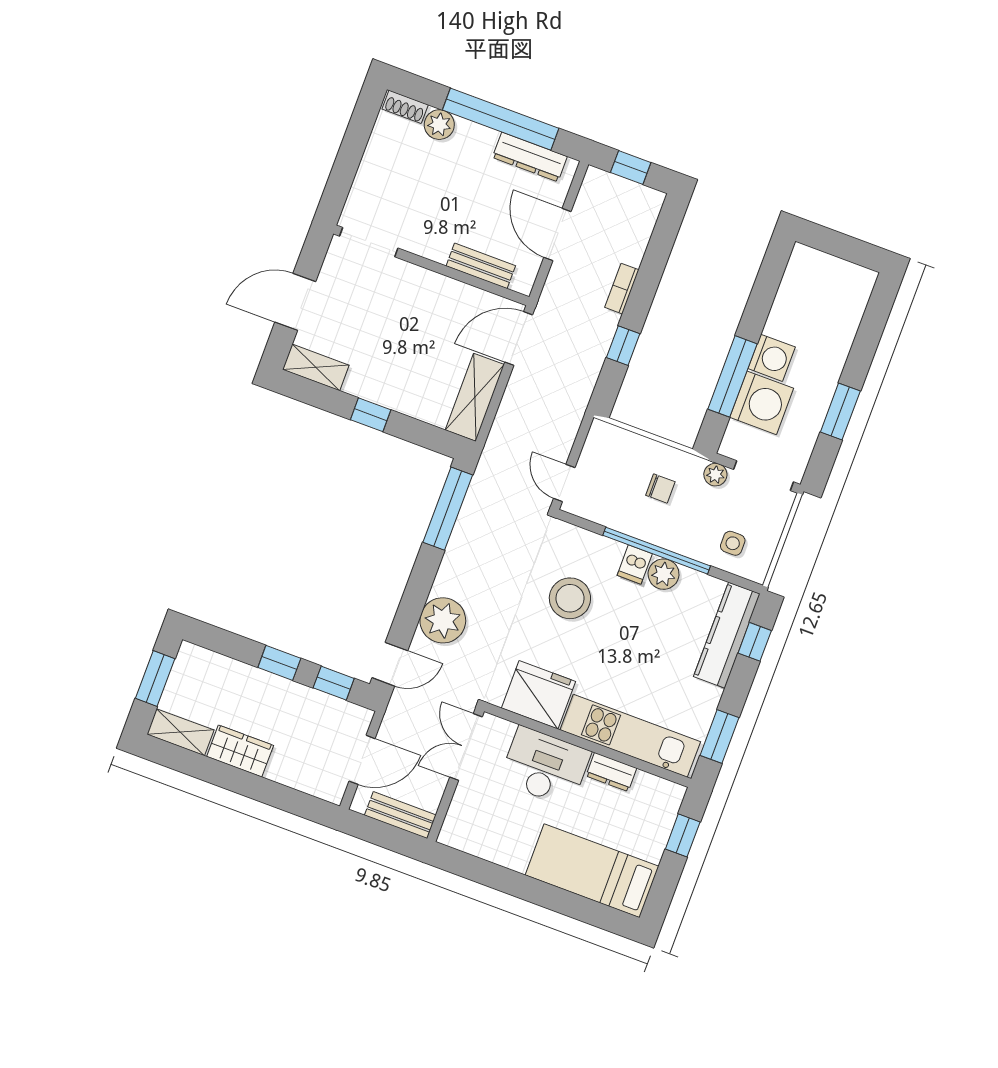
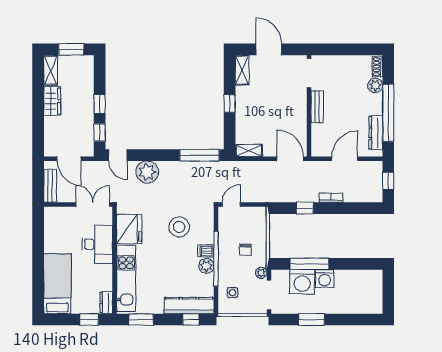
bench: (481, 266) -> (317, 107), moved
shelving: (475, 397) -> (249, 151), width x0.67, depth x0.75
dresser: (611, 772) -> (106, 303), moved

